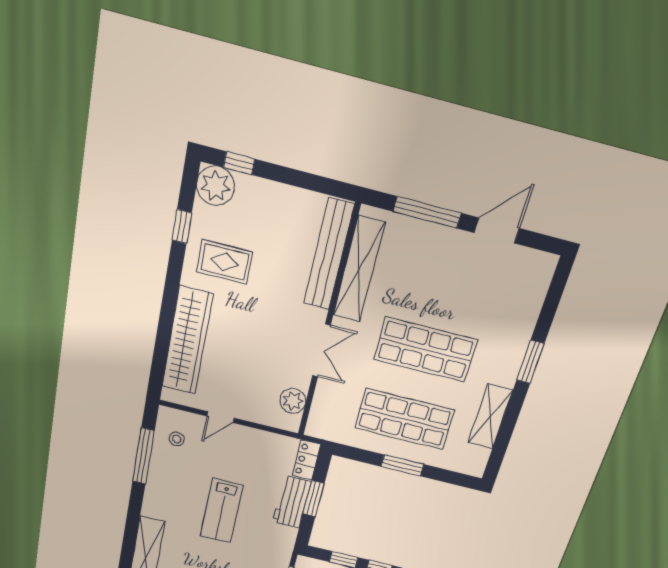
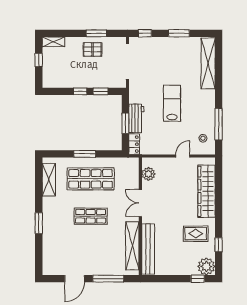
shop shelf: (425, 350) -> (91, 216), width x0.70, depth x0.74
shelving: (490, 417) -> (49, 180), moved

